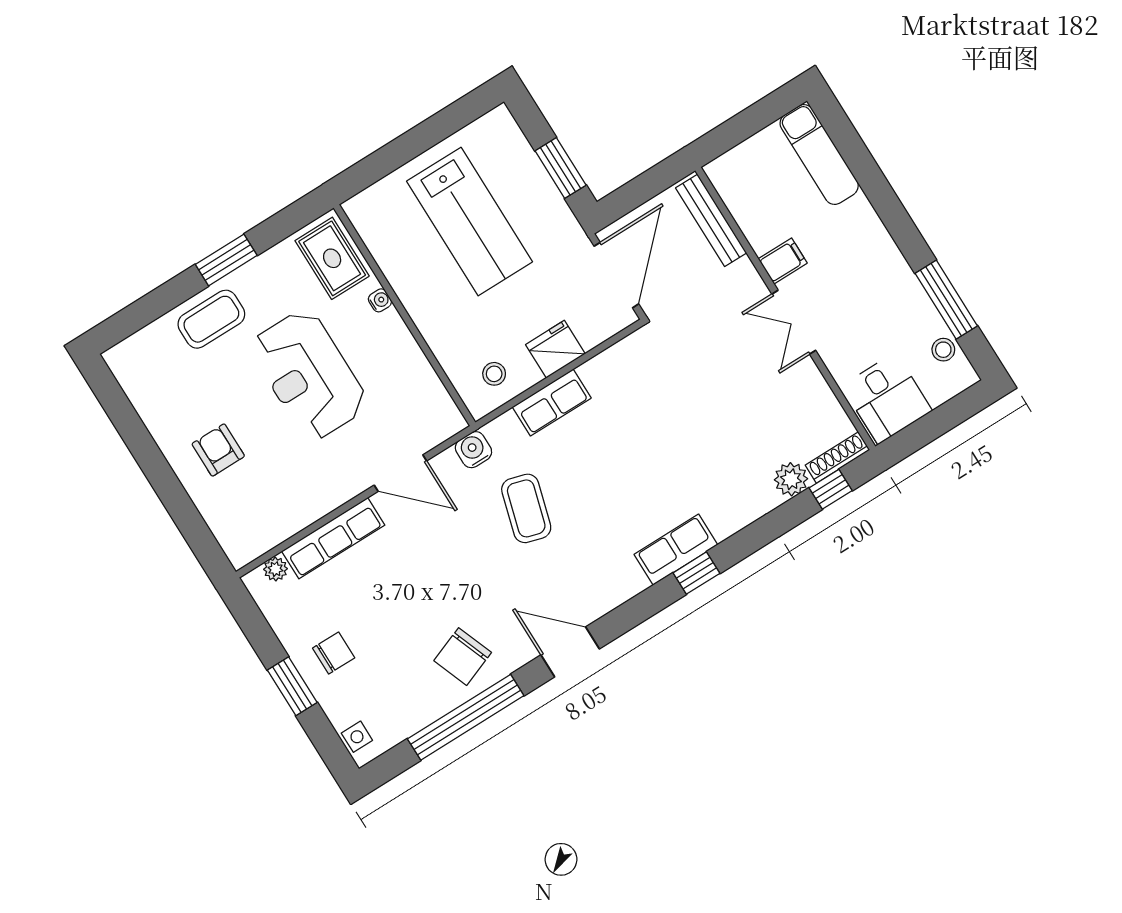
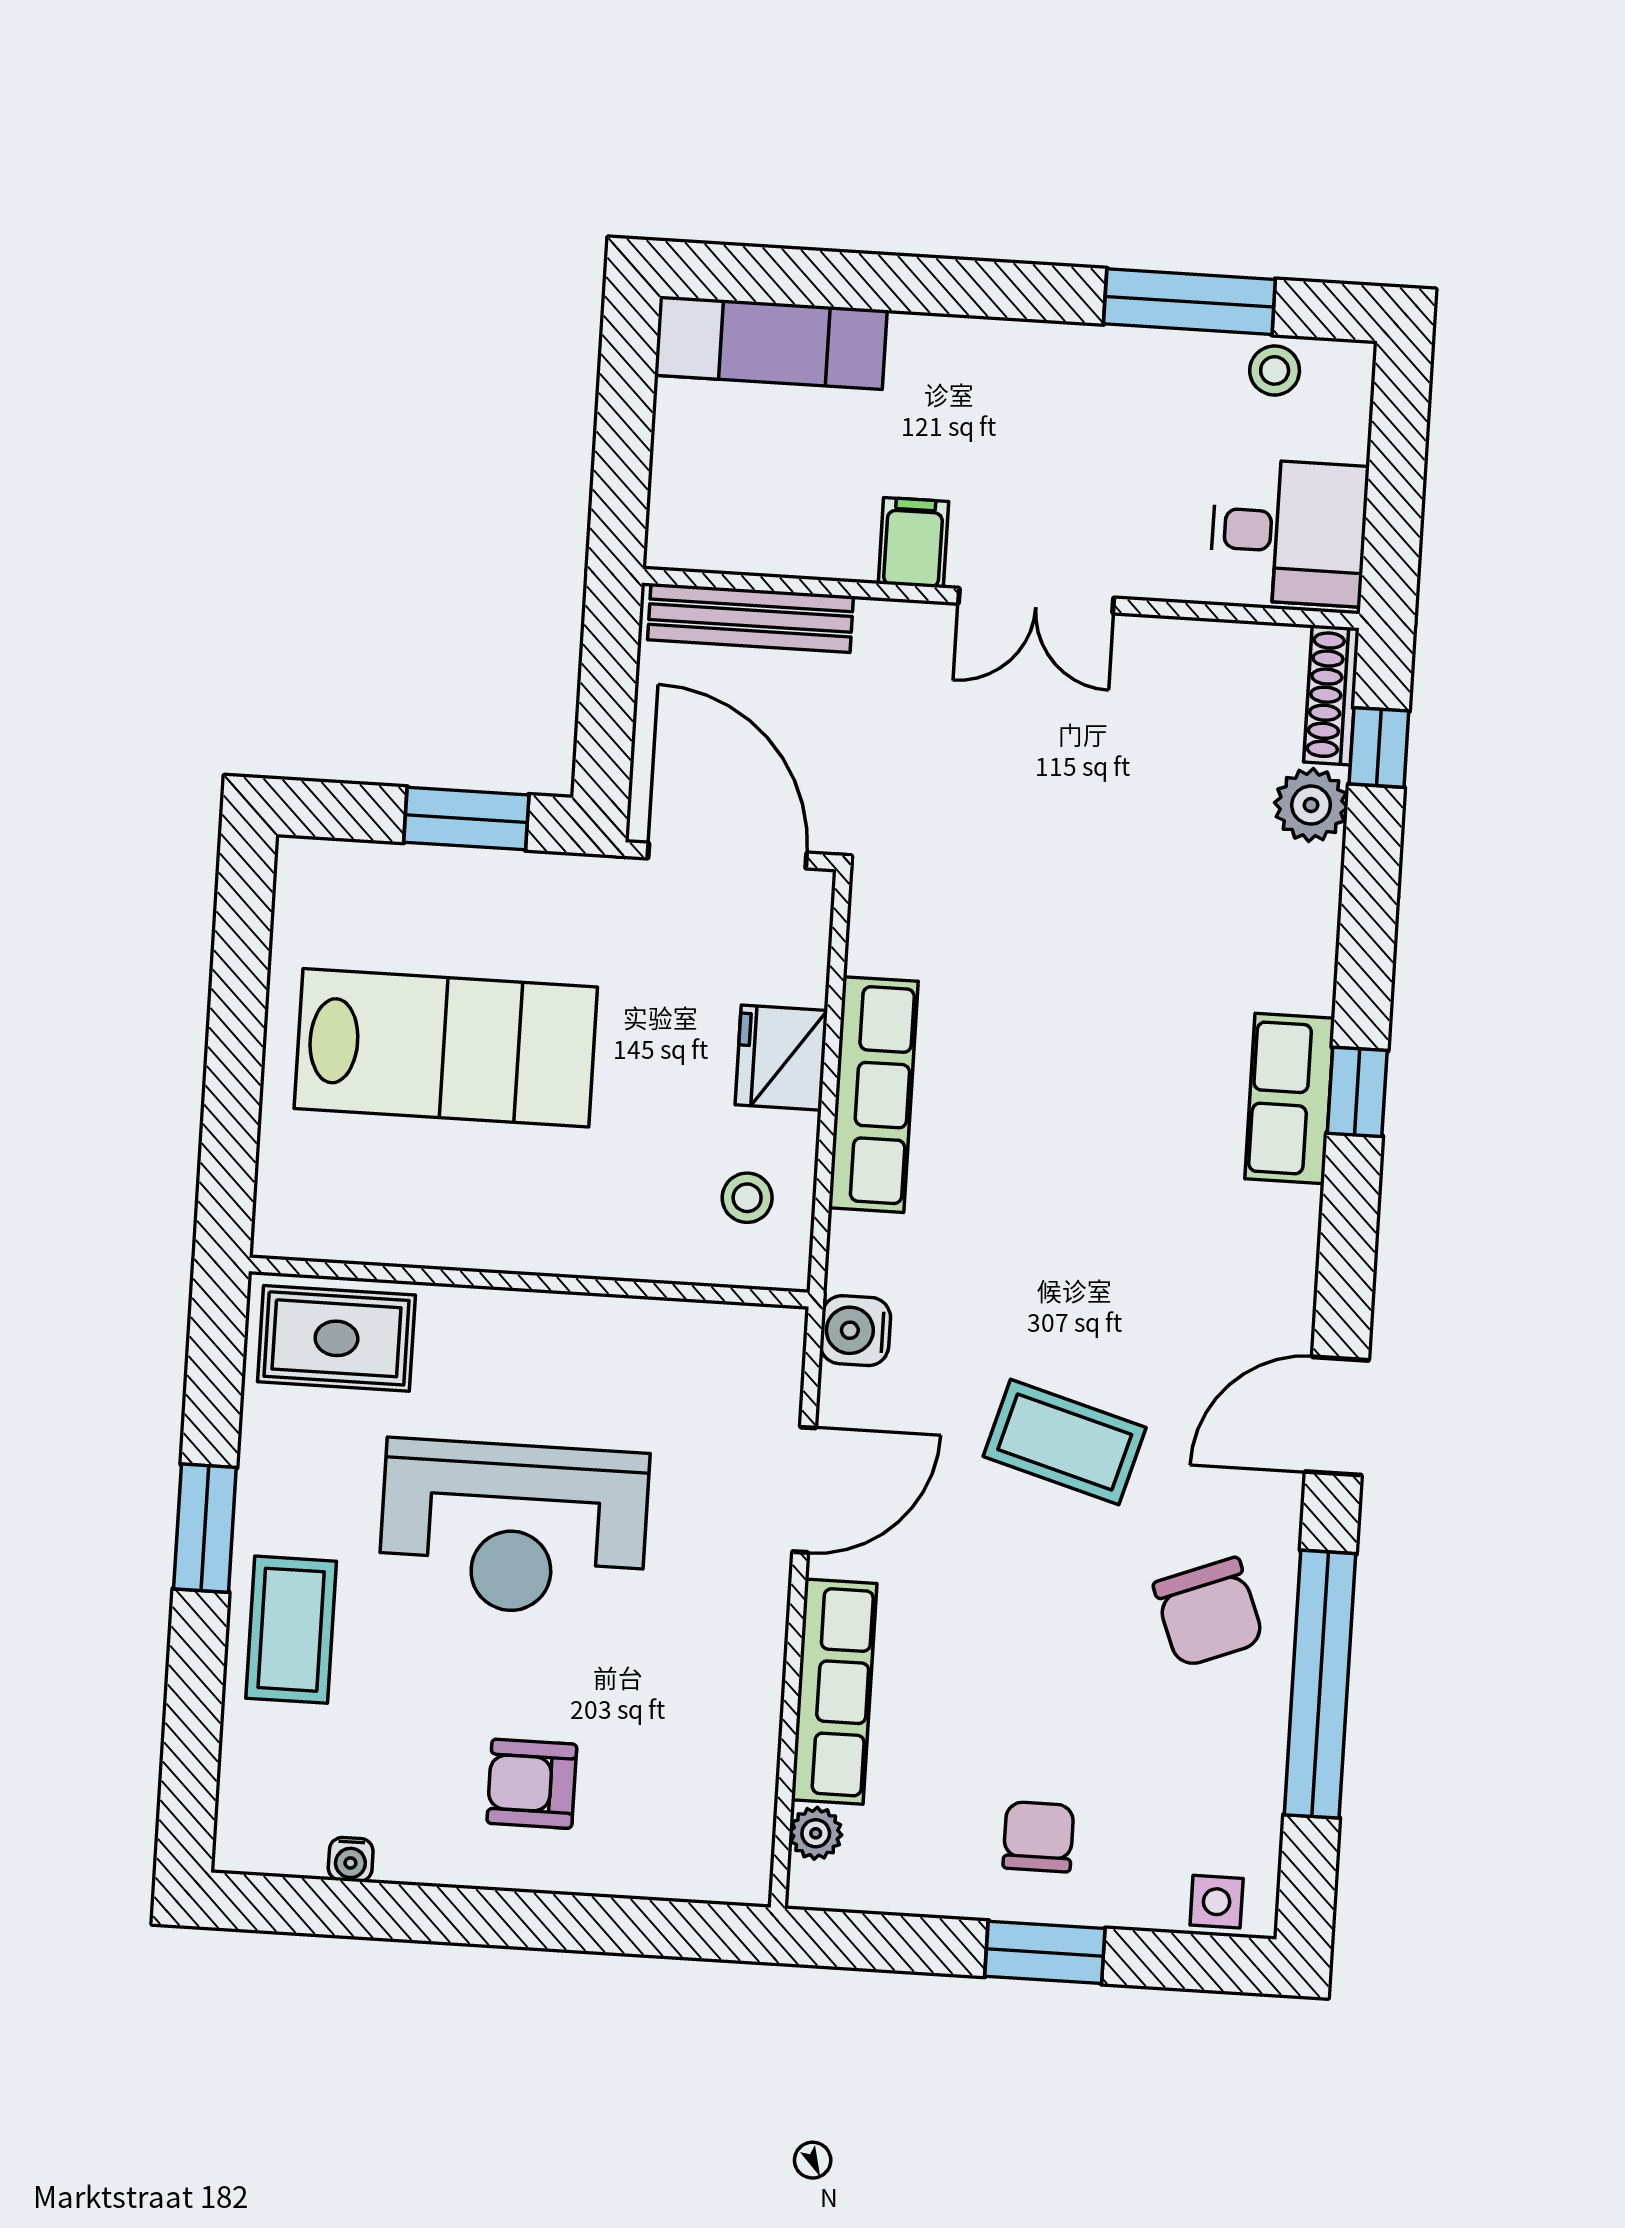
water cooler: (380, 300) -> (351, 1859), moved, turned 180
row of seats: (552, 402) -> (873, 1095), width x1.48
coffee table: (526, 508) -> (1065, 1442), moved

